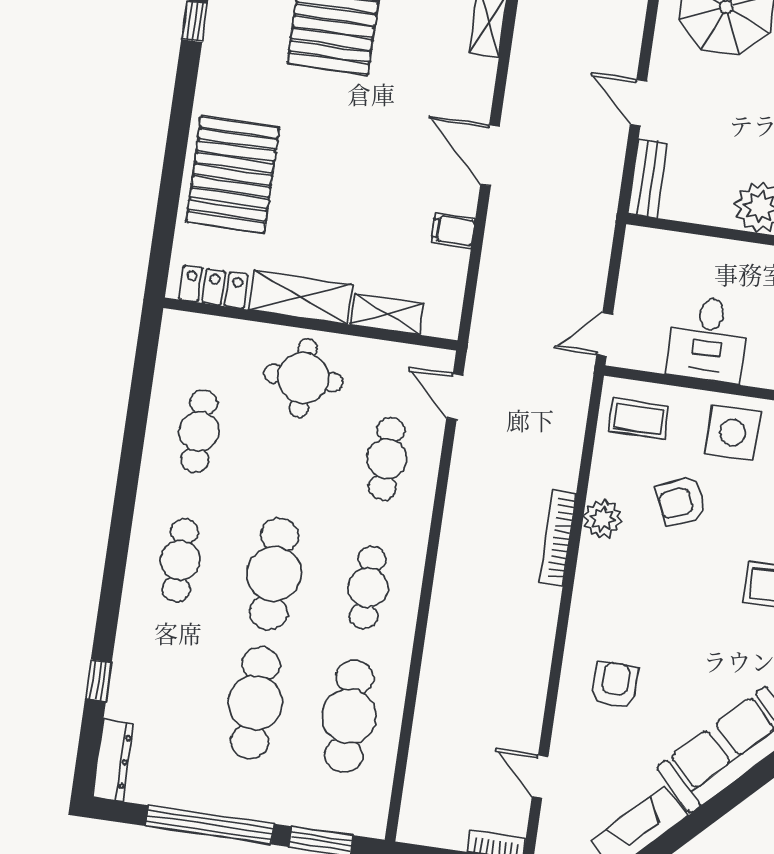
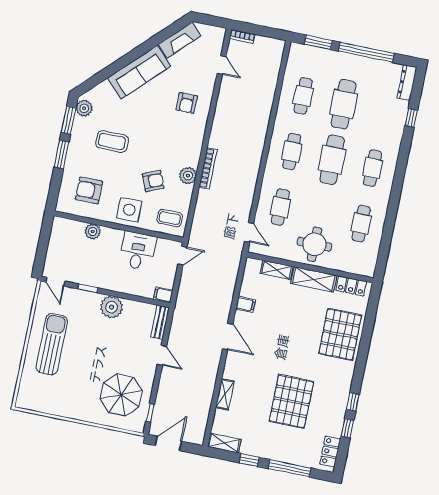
filing cabinet: (644, 242) -> (163, 295), added
cafe table: (349, 716) -> (303, 96), width x0.73, depth x0.74

